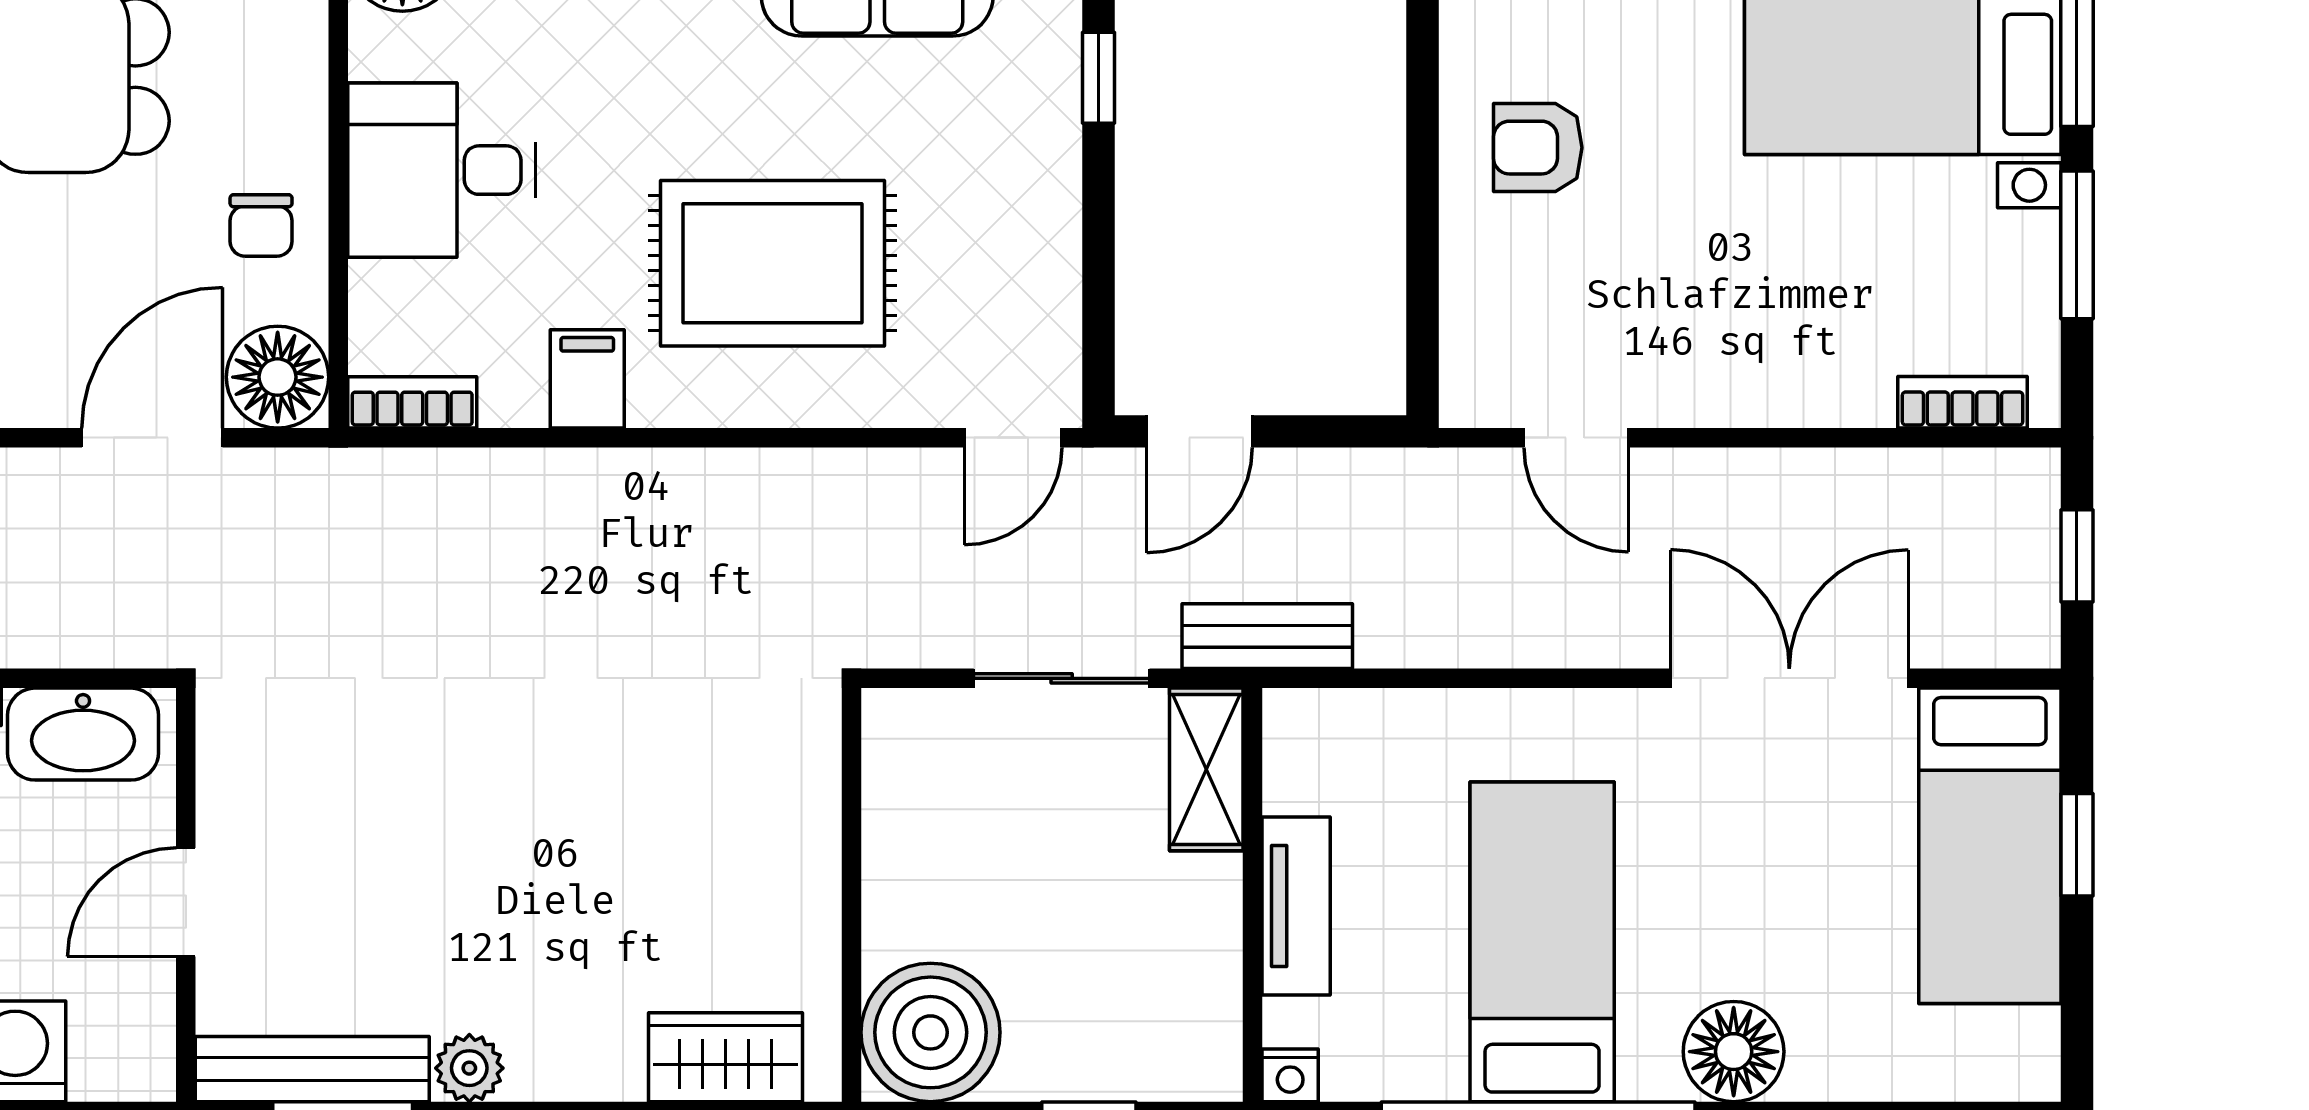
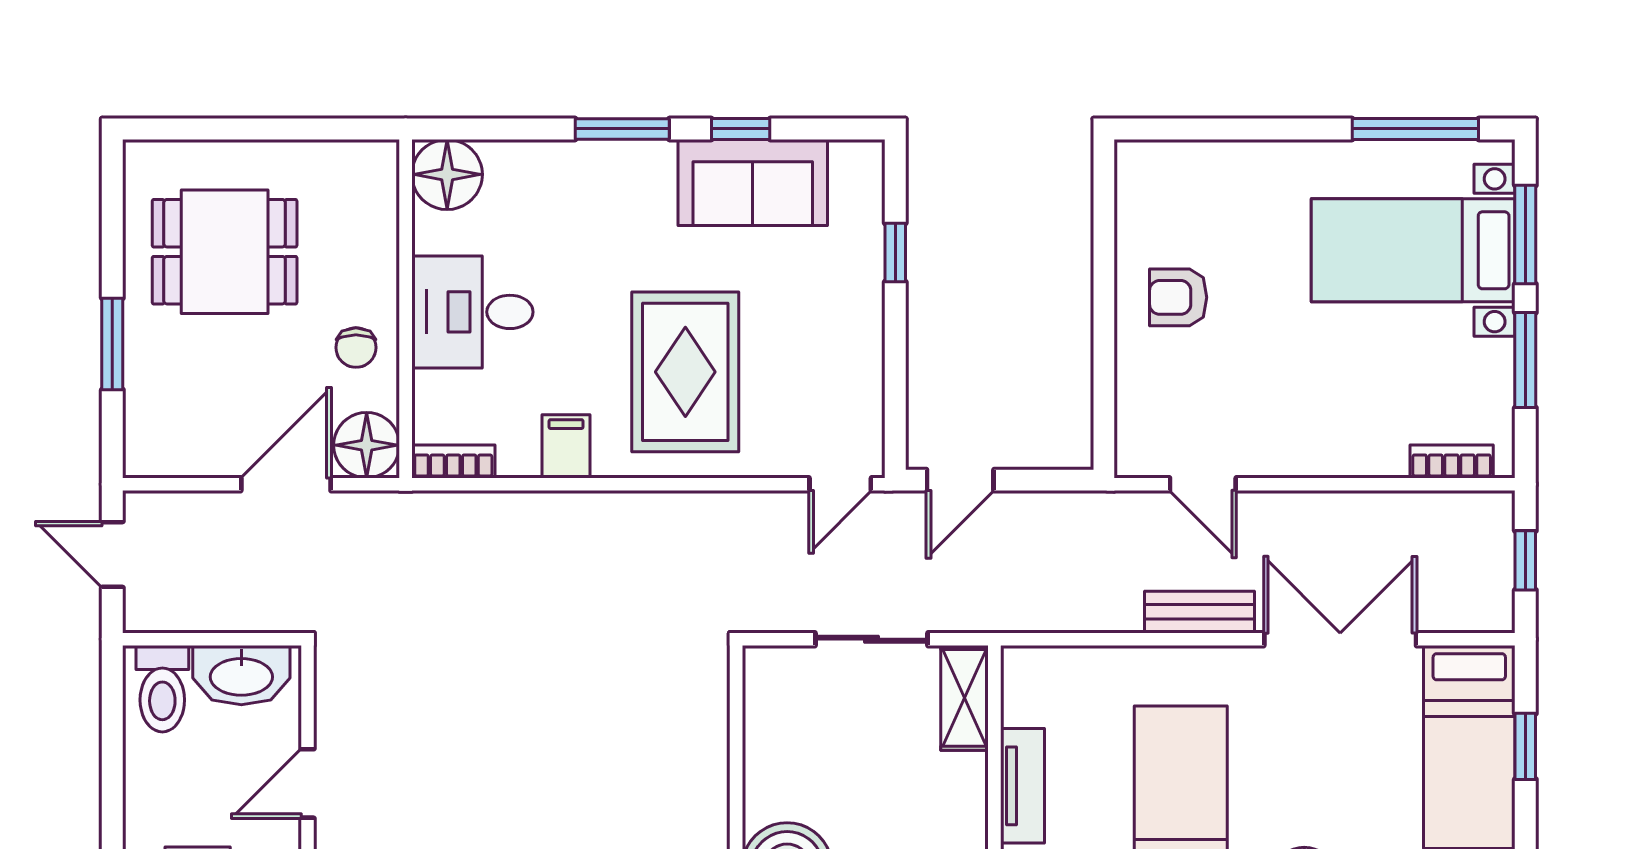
rug: (772, 263) -> (685, 372), turned 90
bench: (1267, 636) -> (1199, 612), moved

